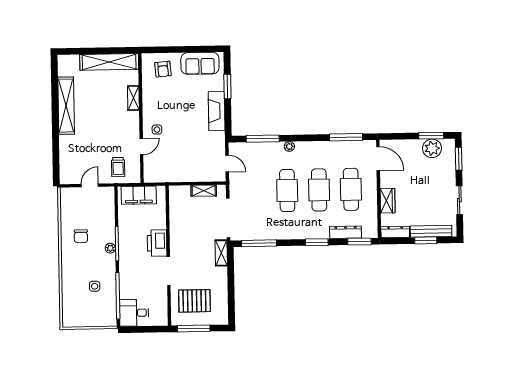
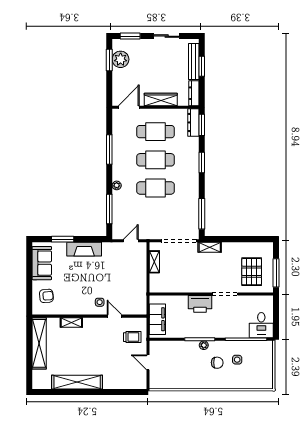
window: (346, 137) -> (109, 150), moved
wardrobe: (388, 201) -> (161, 99), width x1.50
dresser: (346, 232) -> (193, 122), moved
chair: (81, 236) -> (217, 363), moved

